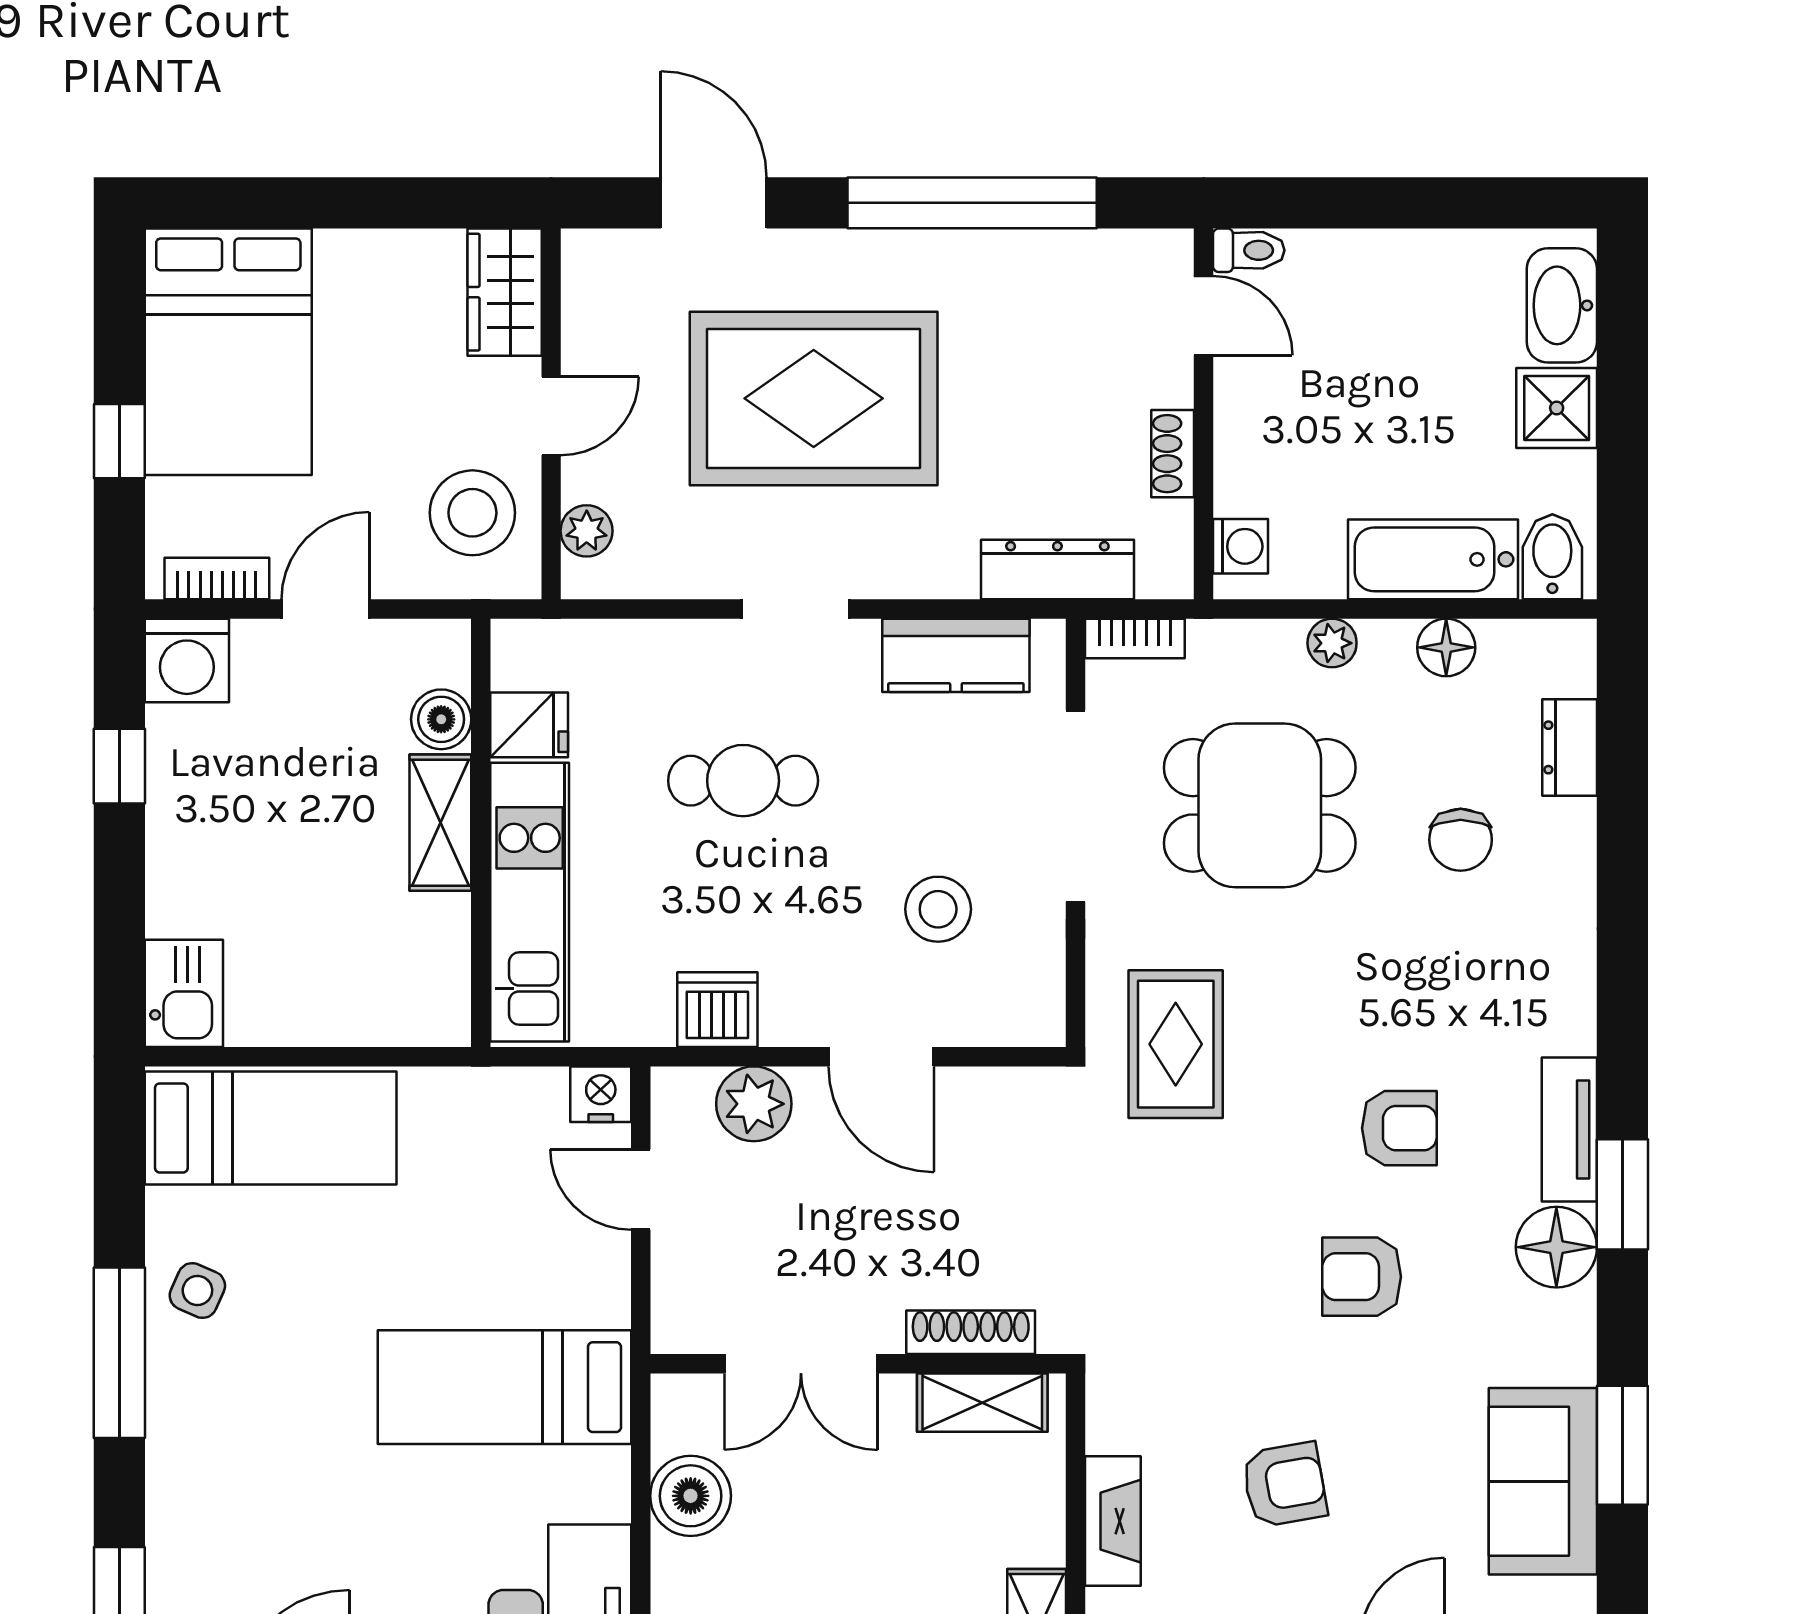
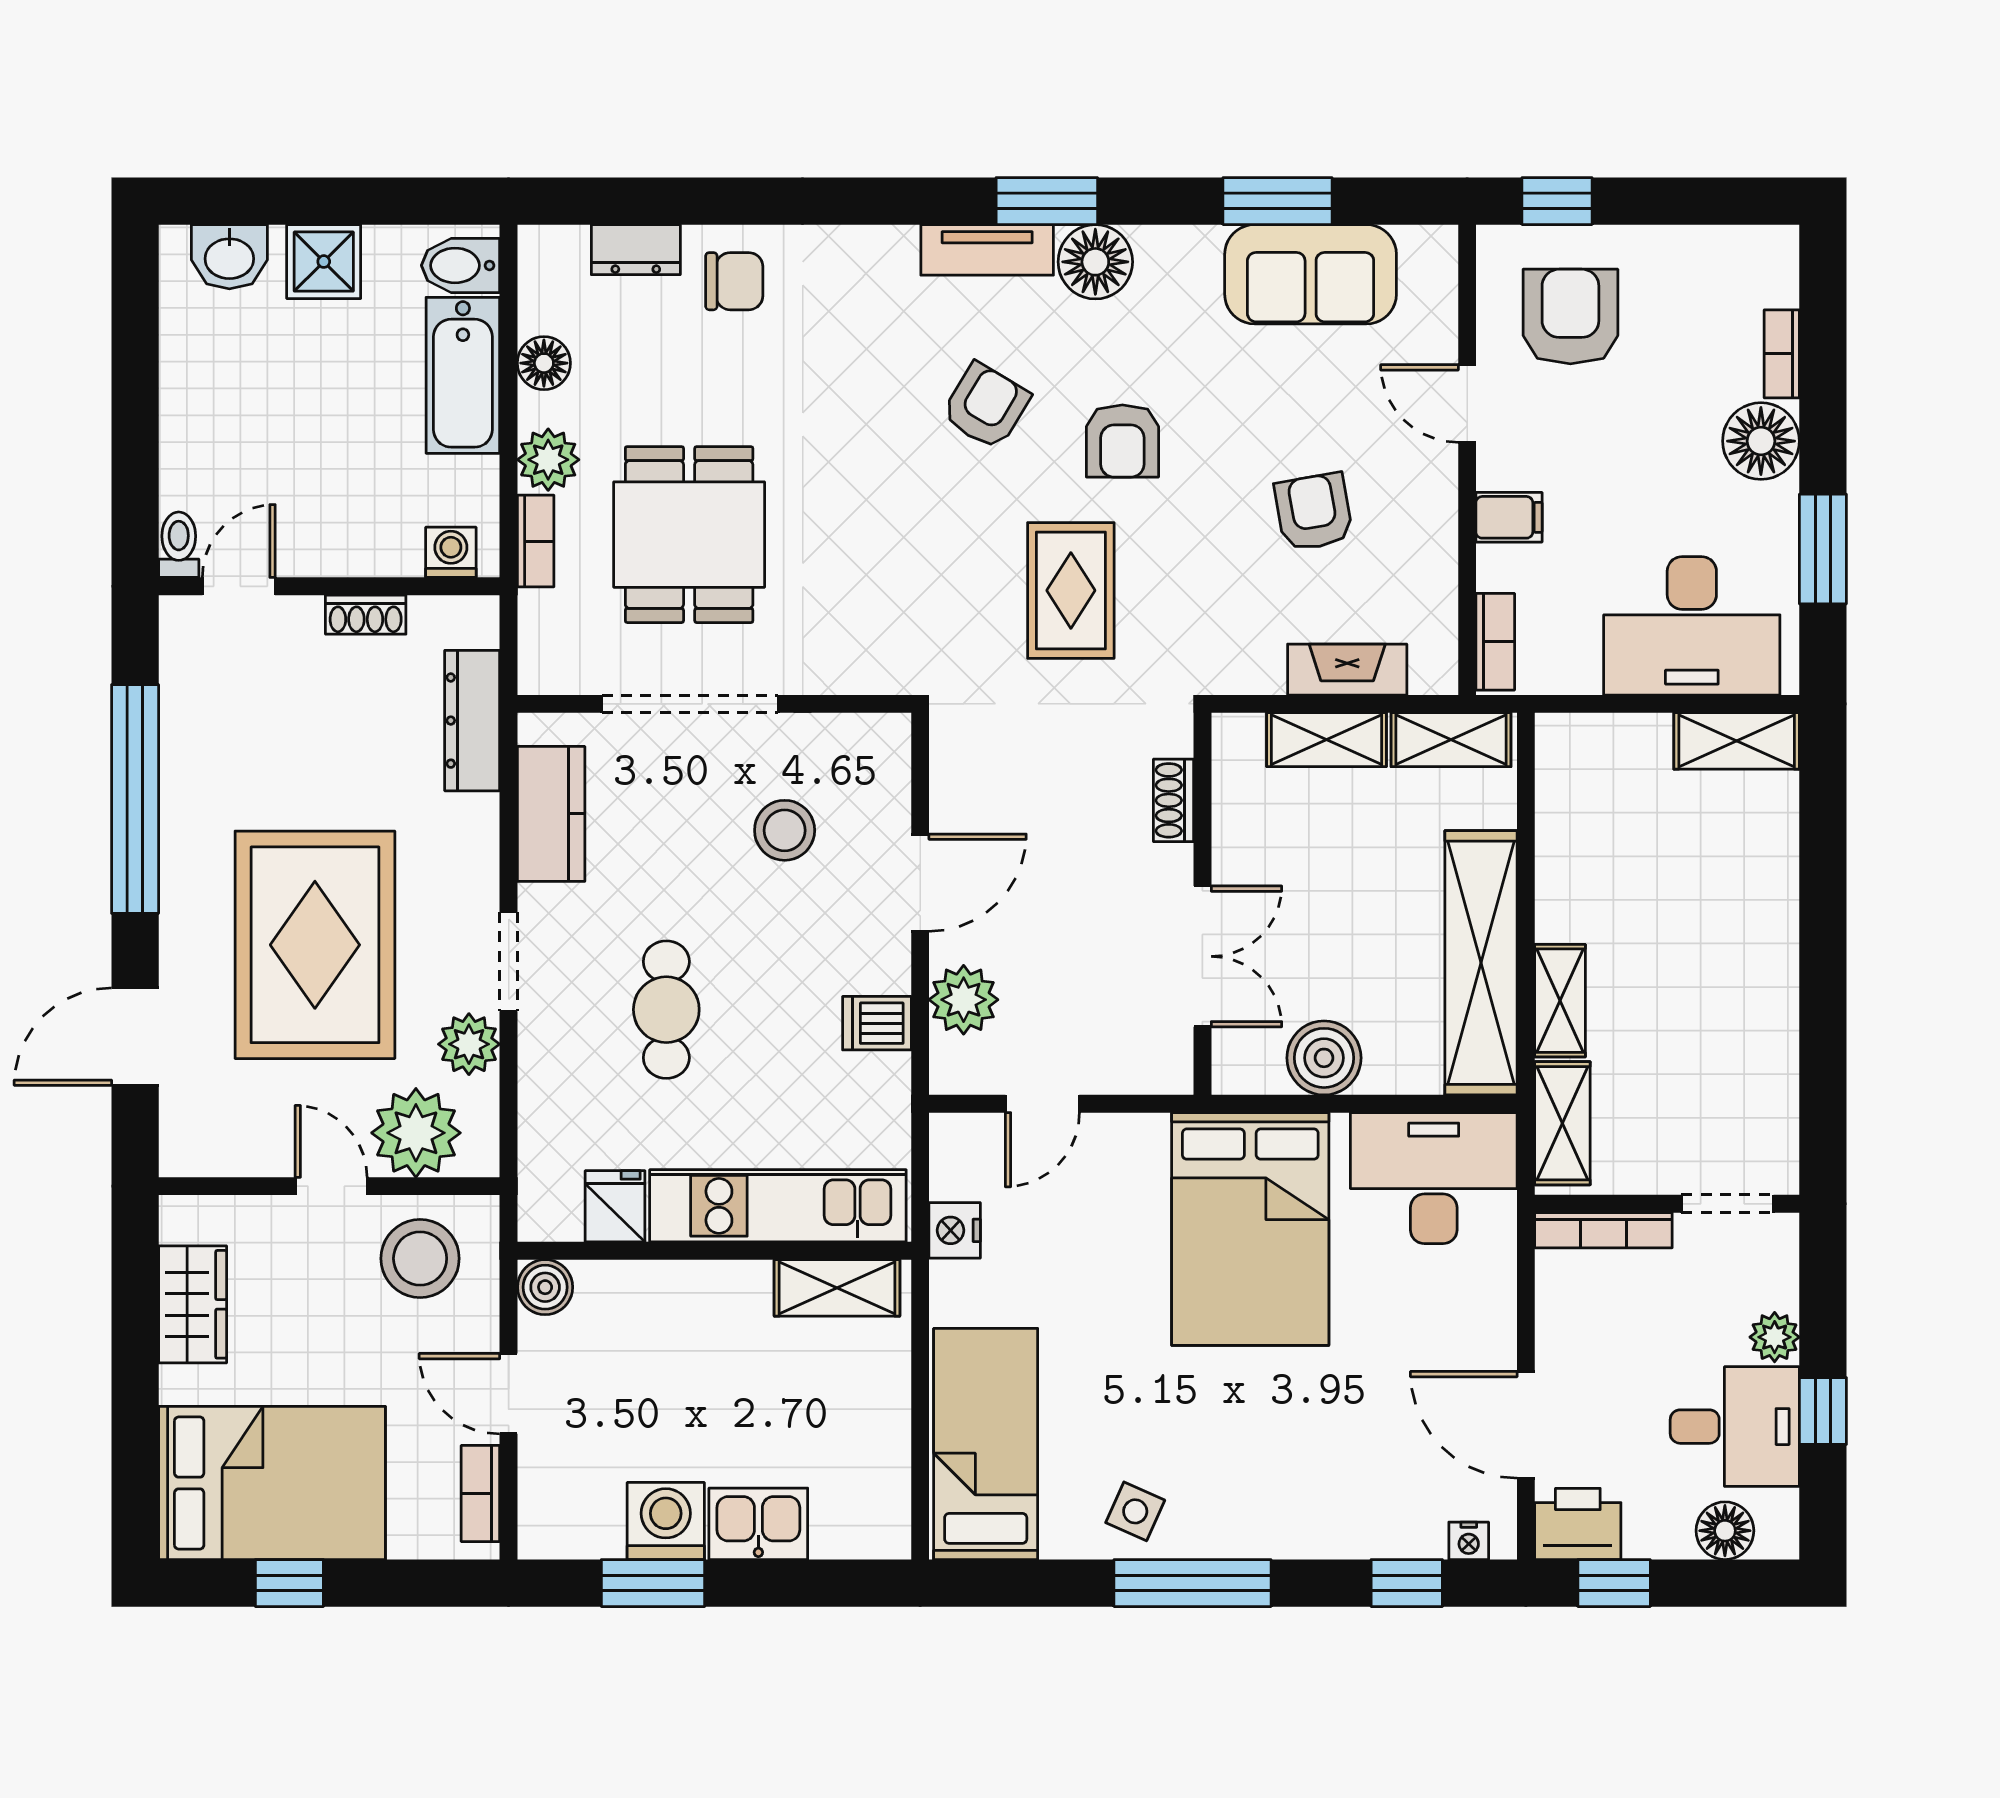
wardrobe: (505, 292) -> (193, 1304), moved, turned -90
washbasin: (1562, 305) -> (229, 257), width x0.72
window: (119, 441) -> (289, 1583), moved
plant: (587, 531) -> (416, 1133), width x1.88, depth x1.88
plant: (706, 566) -> (469, 1044), added
bookcase: (1135, 638) -> (536, 541), moved
plant: (1332, 643) -> (548, 460), width x1.38, depth x1.38
washing machine: (187, 660) -> (666, 1521), moved, turned -90
boiler: (441, 719) -> (545, 1287), moved
window: (119, 766) -> (653, 1583), width x1.50
shelving: (440, 823) -> (837, 1288), moved
chair: (1461, 840) -> (734, 281), moved
kitchen sink: (184, 993) -> (758, 1524), moved
dishwasher: (717, 1010) -> (877, 1023), width x0.73
rug: (1176, 1044) -> (1071, 590), moved, turned 90
nightstand: (601, 1094) -> (955, 1230), moved
armchair: (1399, 1128) -> (986, 406), turned 31
shoe rack: (971, 1332) -> (1174, 800), width x0.70
bed: (504, 1387) -> (1250, 1229), width x1.50
shelving: (982, 1403) -> (1326, 740), moved, turned 90

